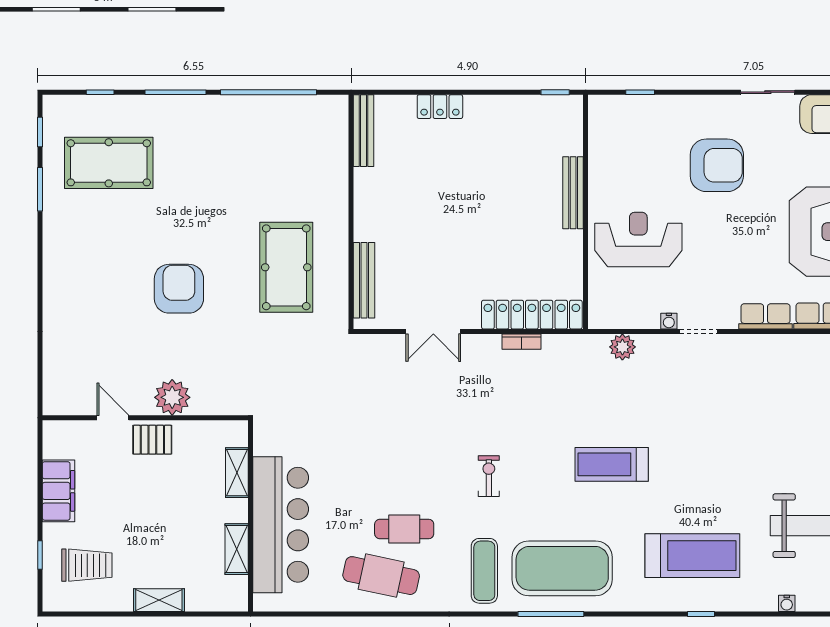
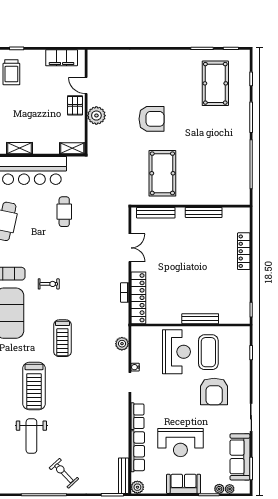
locker: (440, 107) -> (244, 251), width x1.53
bench: (364, 131) -> (204, 212), moved
coffee table: (639, 177) -> (208, 352), added
pool table: (286, 267) -> (162, 173), turned 90
double door: (433, 331) -> (130, 248), swing flipped
door: (113, 418) -> (86, 85), swing flipped
treadmill: (612, 464) -> (62, 338), turned 180
shelving: (237, 473) -> (72, 148), moved
exercise bike: (489, 476) -> (49, 284), moved
filing cabinet: (58, 491) -> (62, 58), moved
cafe table: (404, 529) -> (64, 212), moved
treadmill: (692, 556) -> (34, 386), moved

